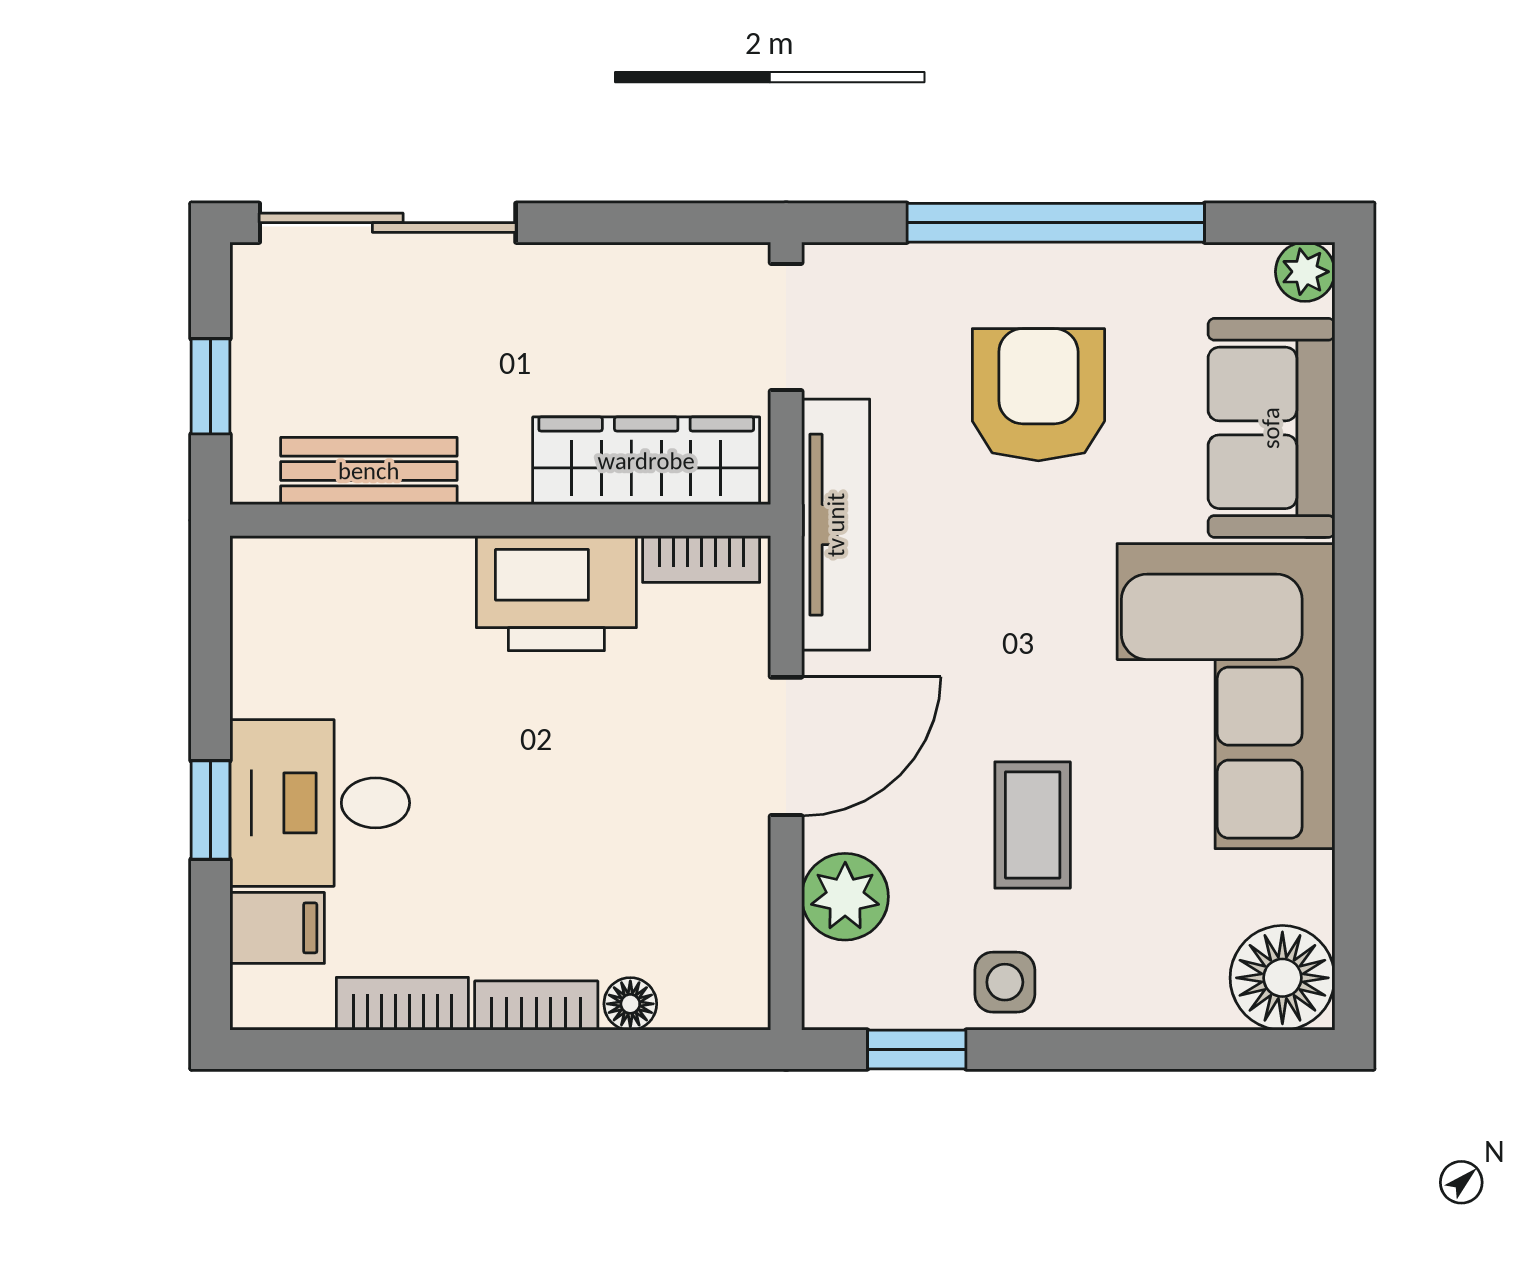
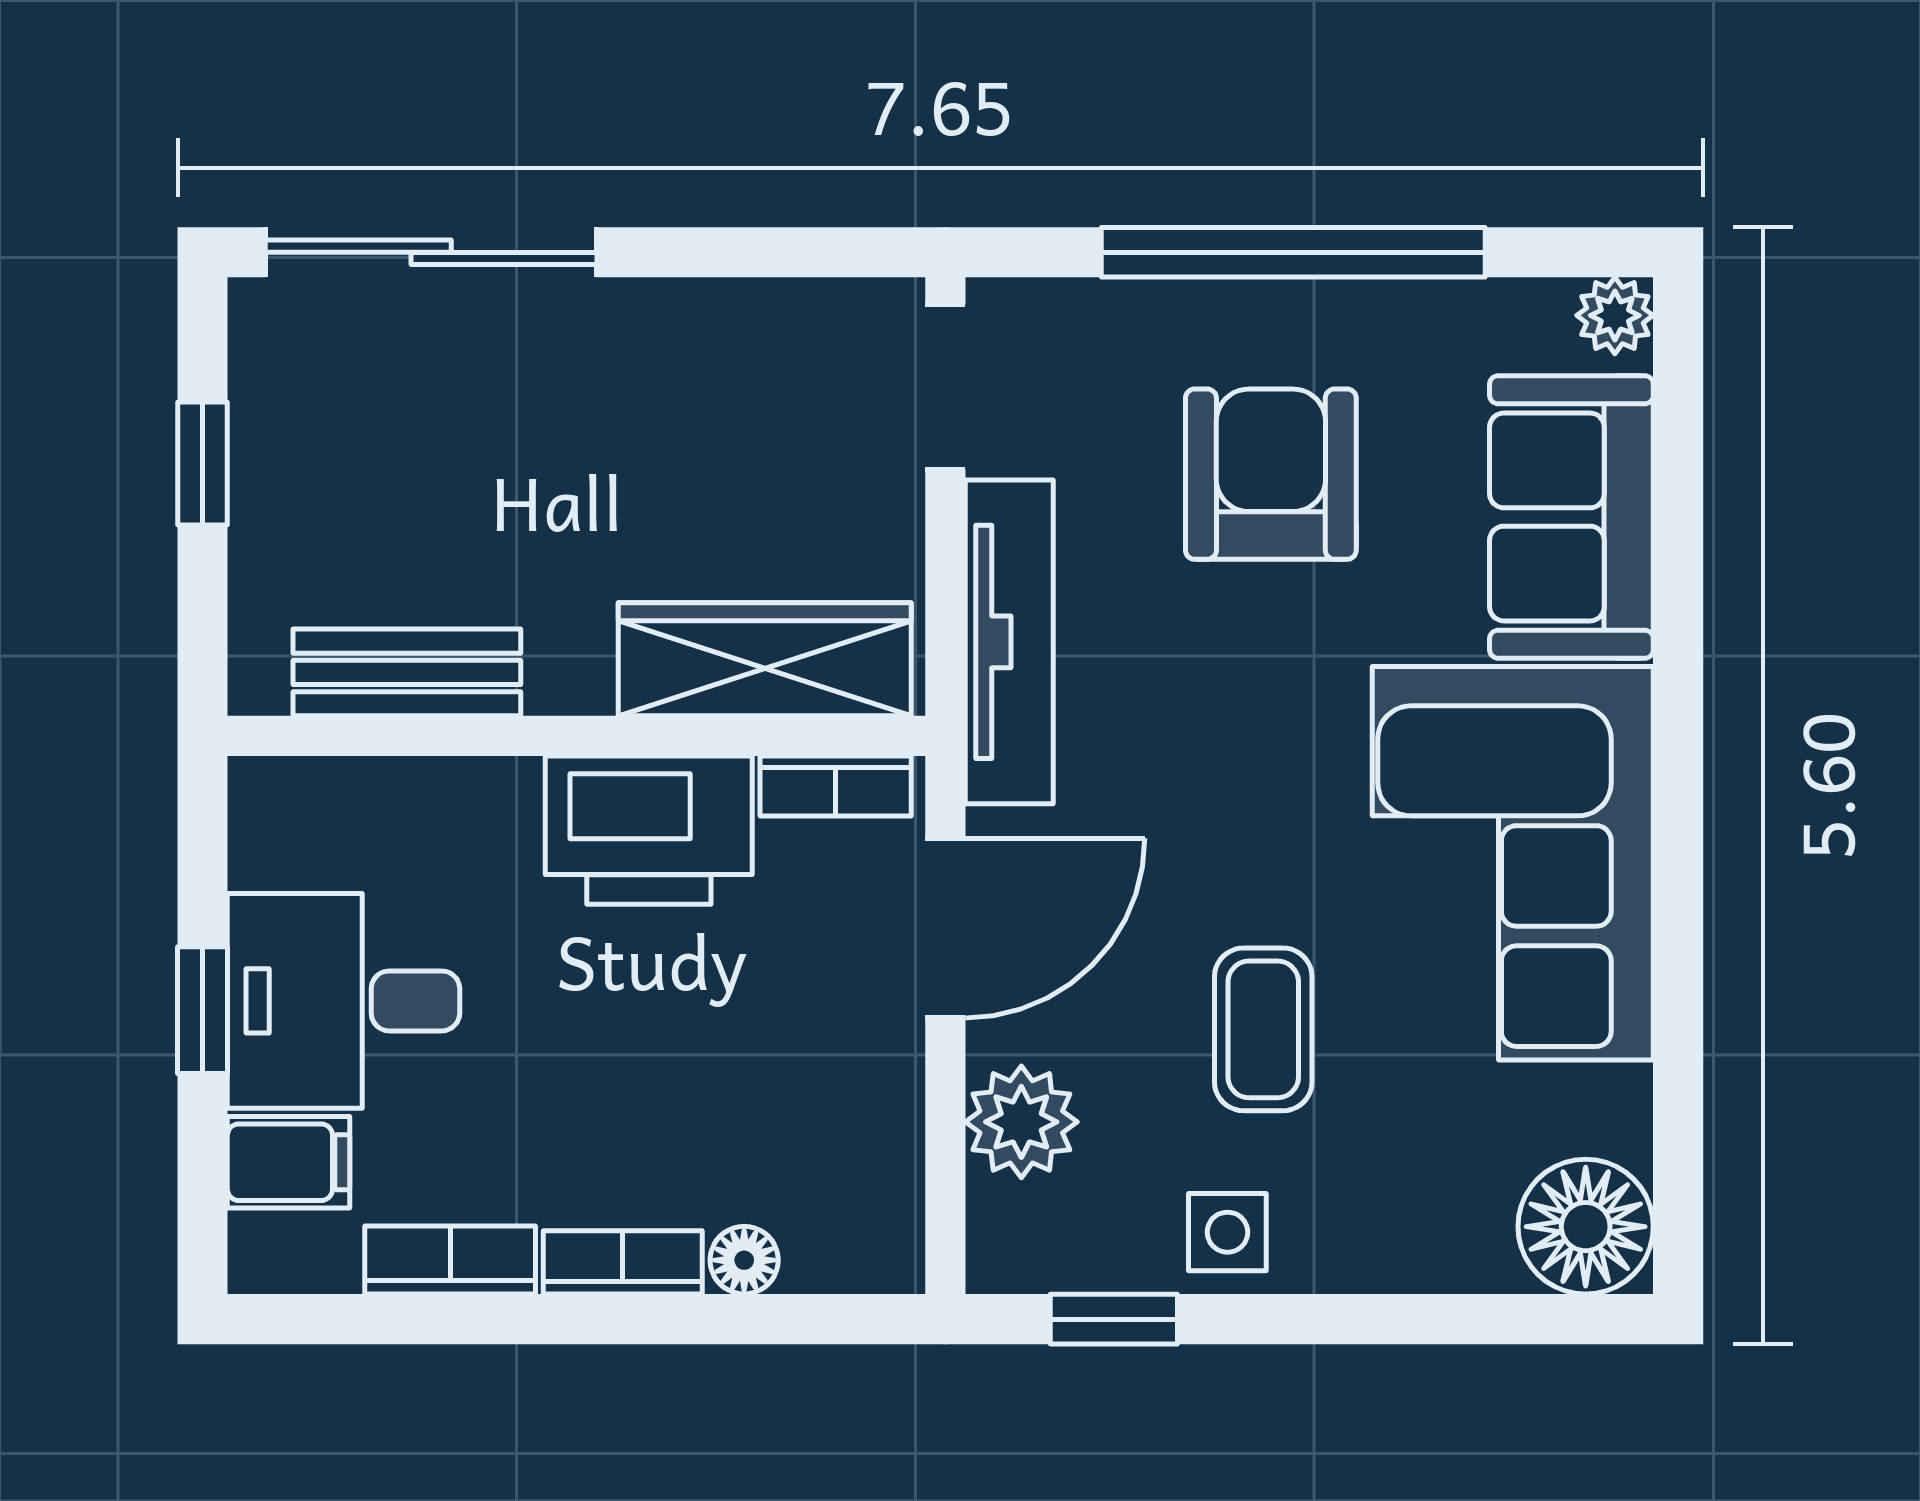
wardrobe: (646, 461) -> (765, 659), moved
bench: (369, 471) -> (407, 672), moved
wall: (500, 520) -> (576, 736), moved
bookcase: (701, 559) -> (836, 786), moved
printer: (556, 593) -> (649, 830), moved

